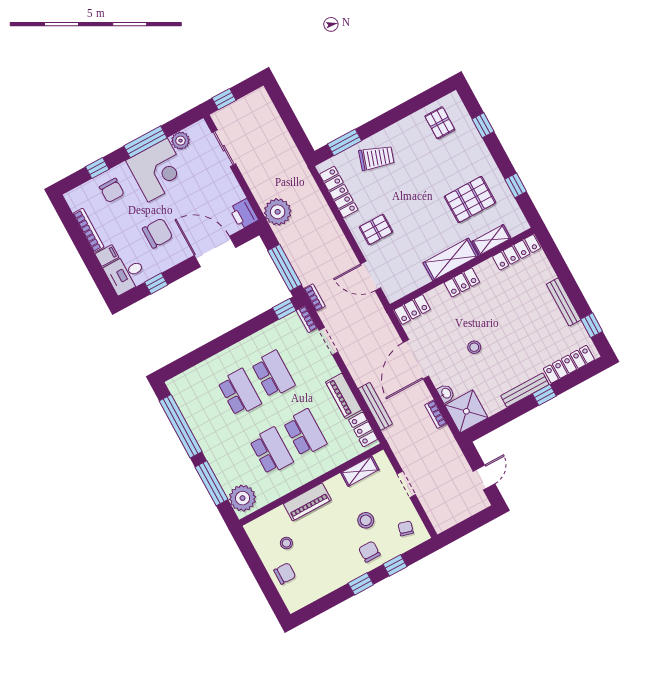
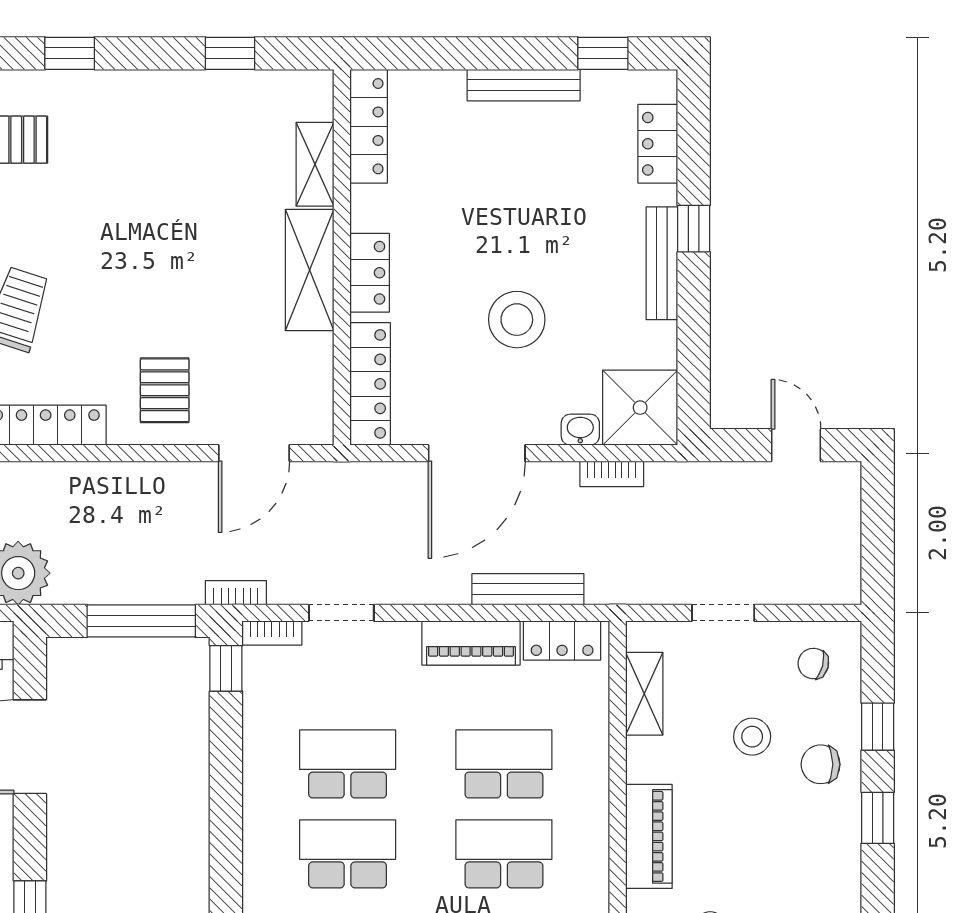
pallet: (470, 200) -> (208, 163), removed
locker: (412, 310) -> (370, 384), width x1.53
stool: (474, 347) -> (517, 320), width x1.89, depth x1.89
door: (416, 359) -> (477, 453), hinge flipped
locker: (569, 364) -> (658, 144), width x0.66

